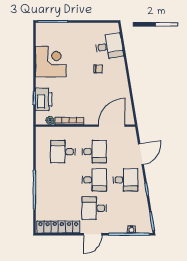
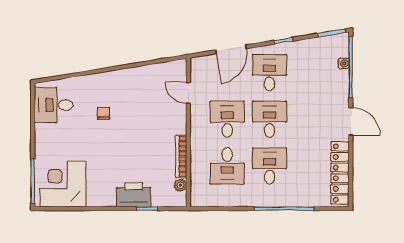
desk: (109, 46) -> (54, 105), moved, turned -81
corner desk: (51, 62) -> (63, 184), moved
printer: (44, 99) -> (134, 195), moved
door: (112, 126) -> (188, 93), width x0.53
door: (141, 154) -> (231, 49), swing flipped
desk: (94, 208) -> (269, 166), moved, turned 180

